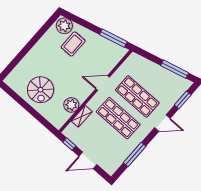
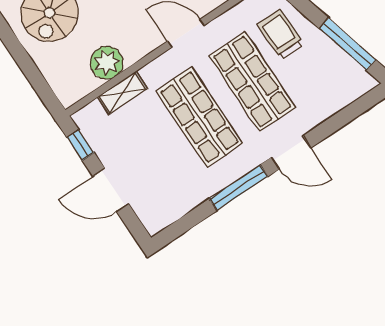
trolley: (144, 73) -> (281, 34), added
window: (183, 100) -> (348, 114), removed
window: (135, 154) -> (239, 188), moved

